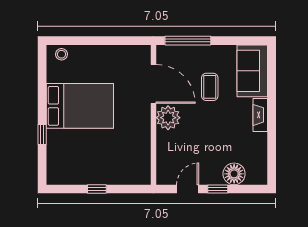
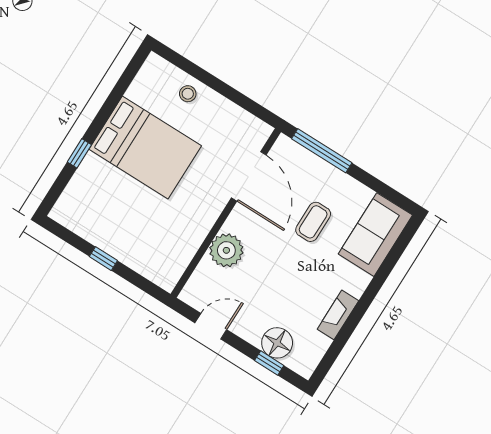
stool: (62, 54) -> (188, 94), moved
fireplace: (260, 115) -> (338, 315), moved
plant: (168, 118) -> (226, 250), moved
window: (218, 189) -> (269, 363), moved

